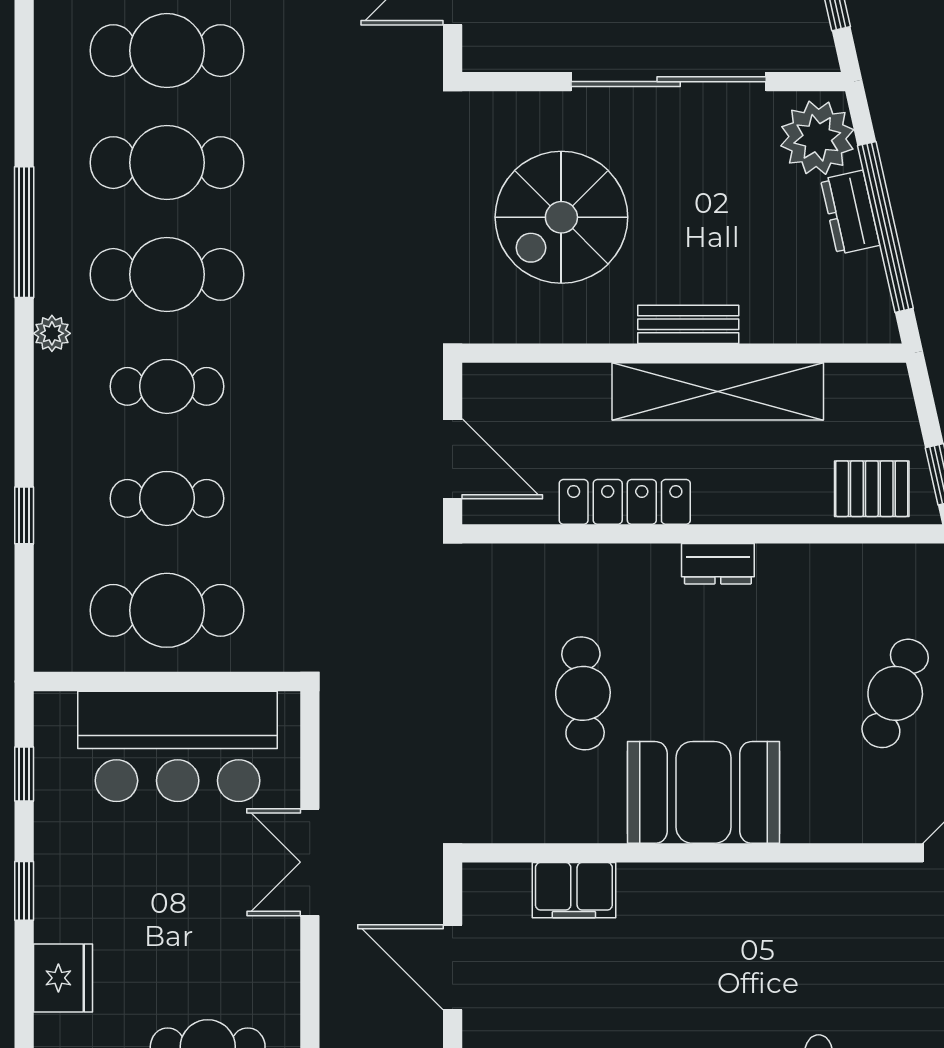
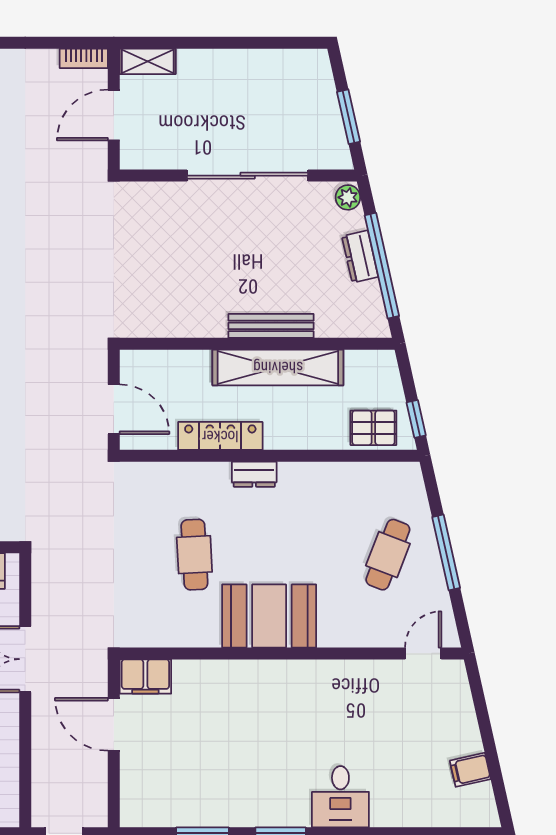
plant: (817, 138) -> (348, 197), width x0.53, depth x0.53
spiral stairs: (561, 217) -> (181, 260), removed
bench: (688, 324) -> (271, 326), width x1.36
dresser: (718, 564) -> (254, 474), moved
filing cabinet: (574, 890) -> (145, 677), moved

